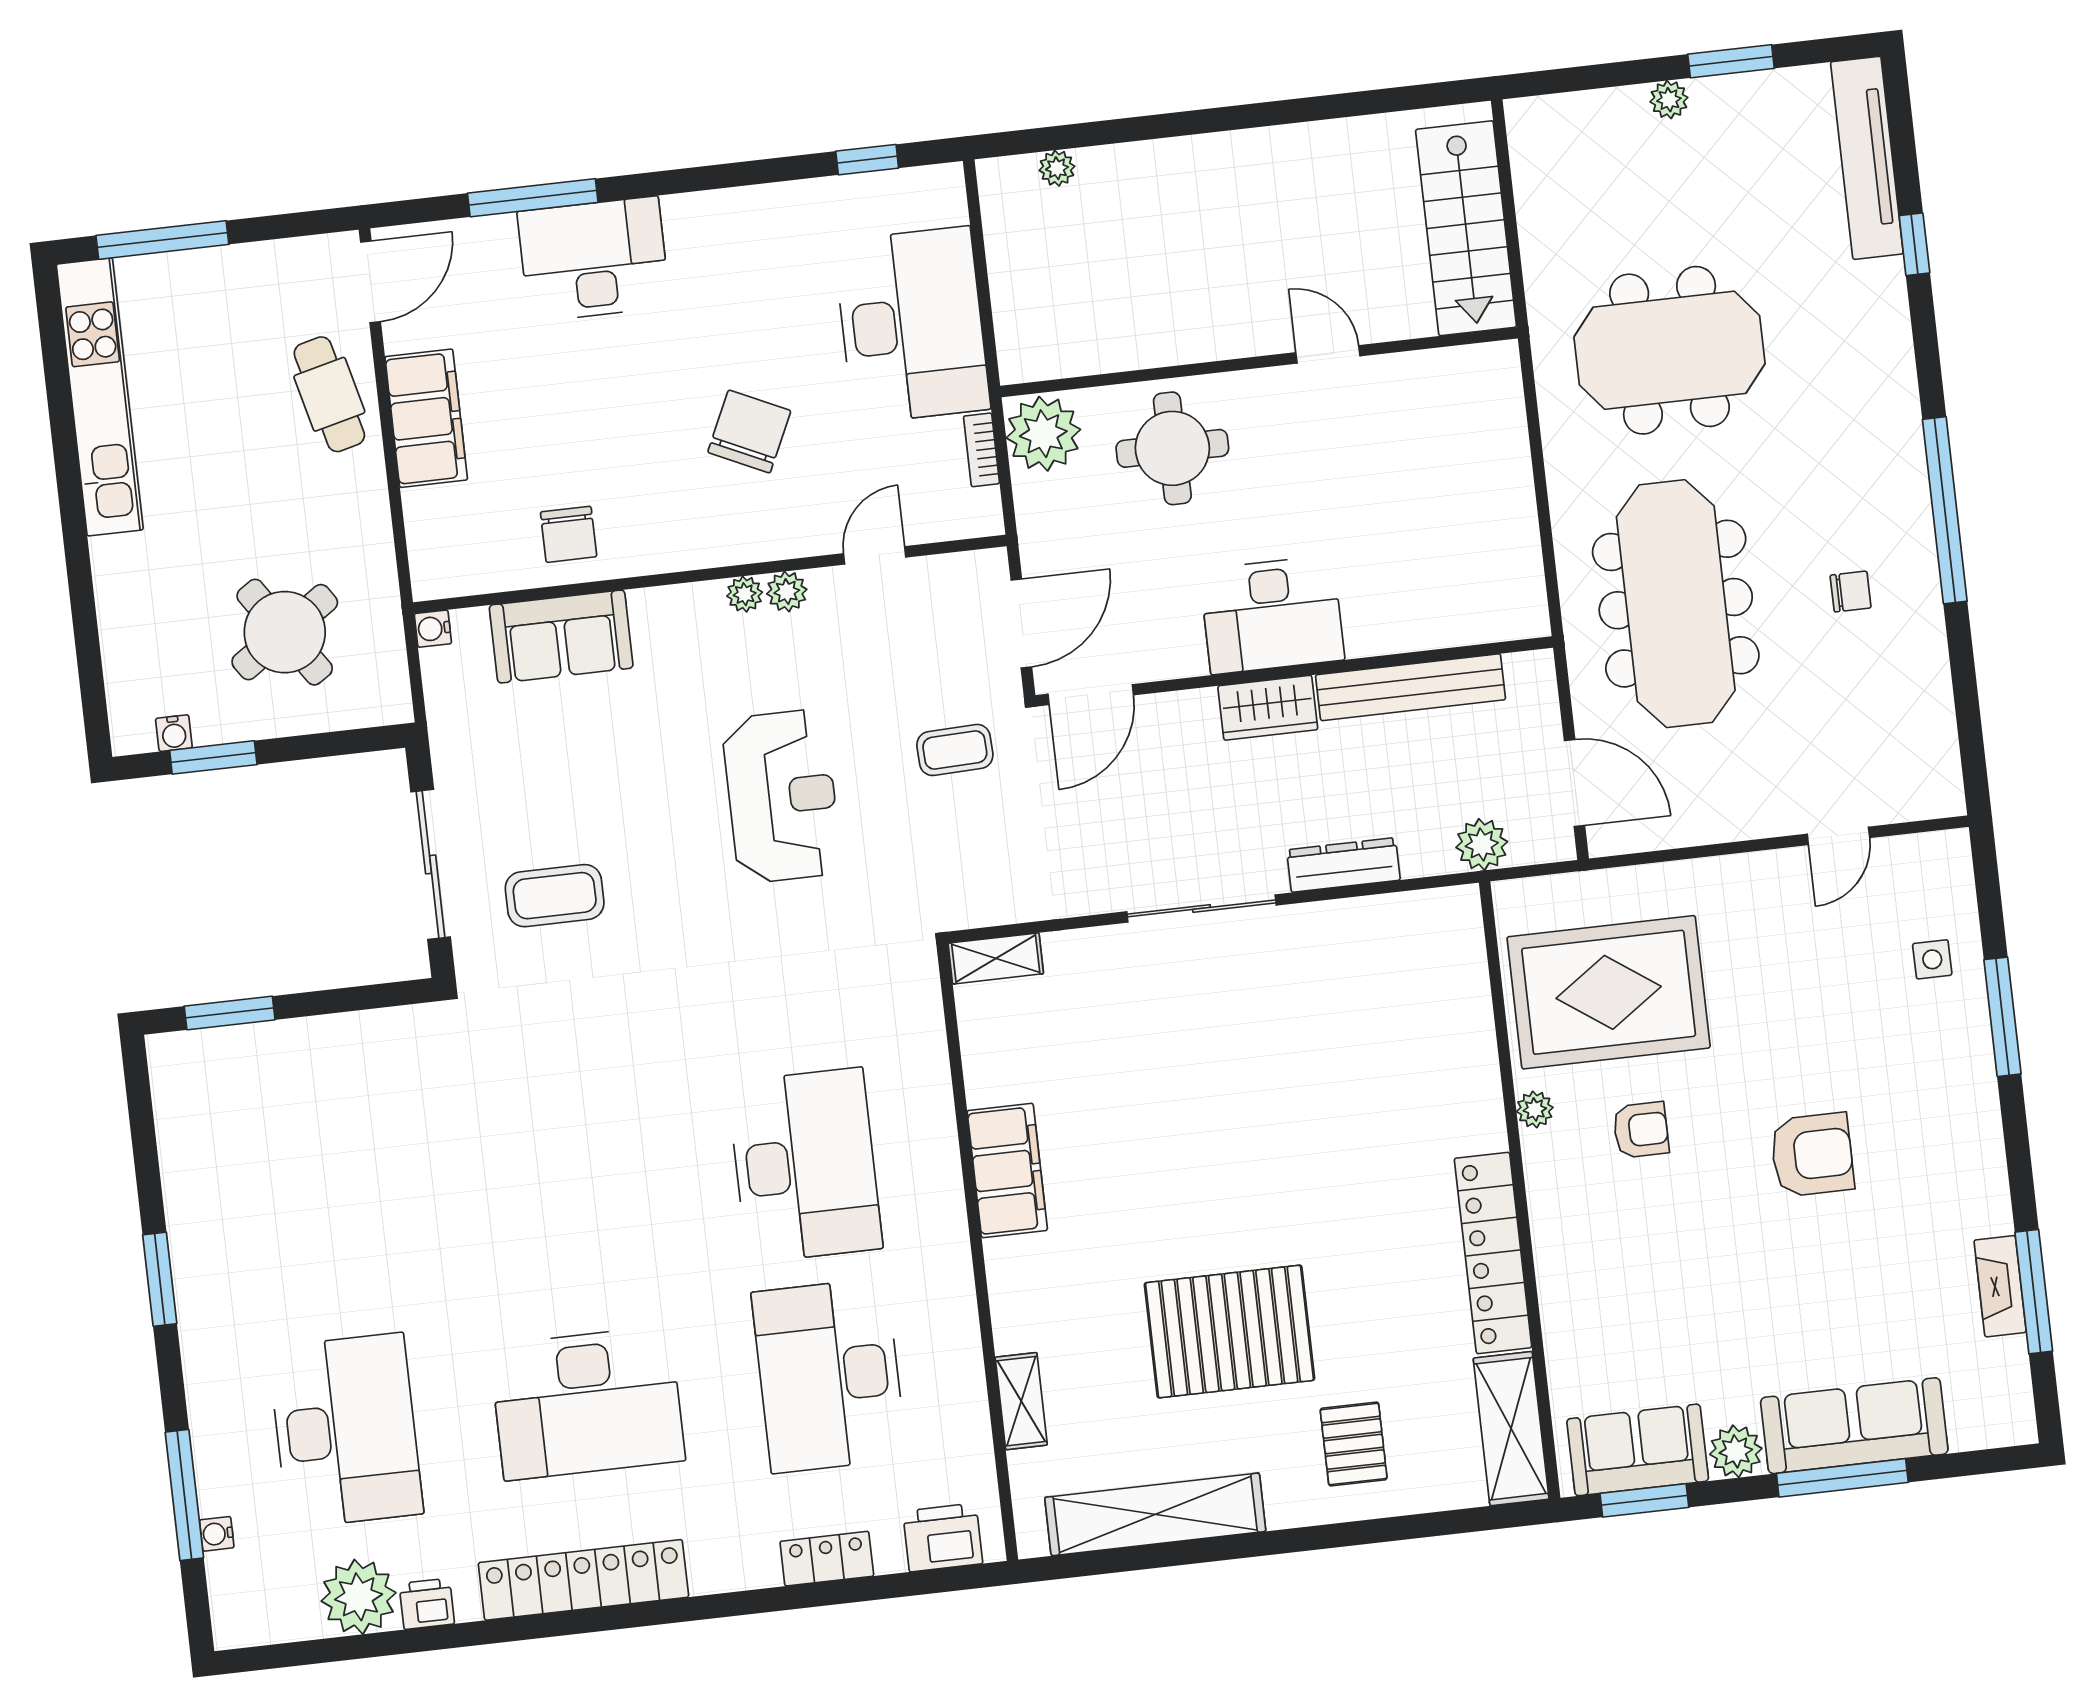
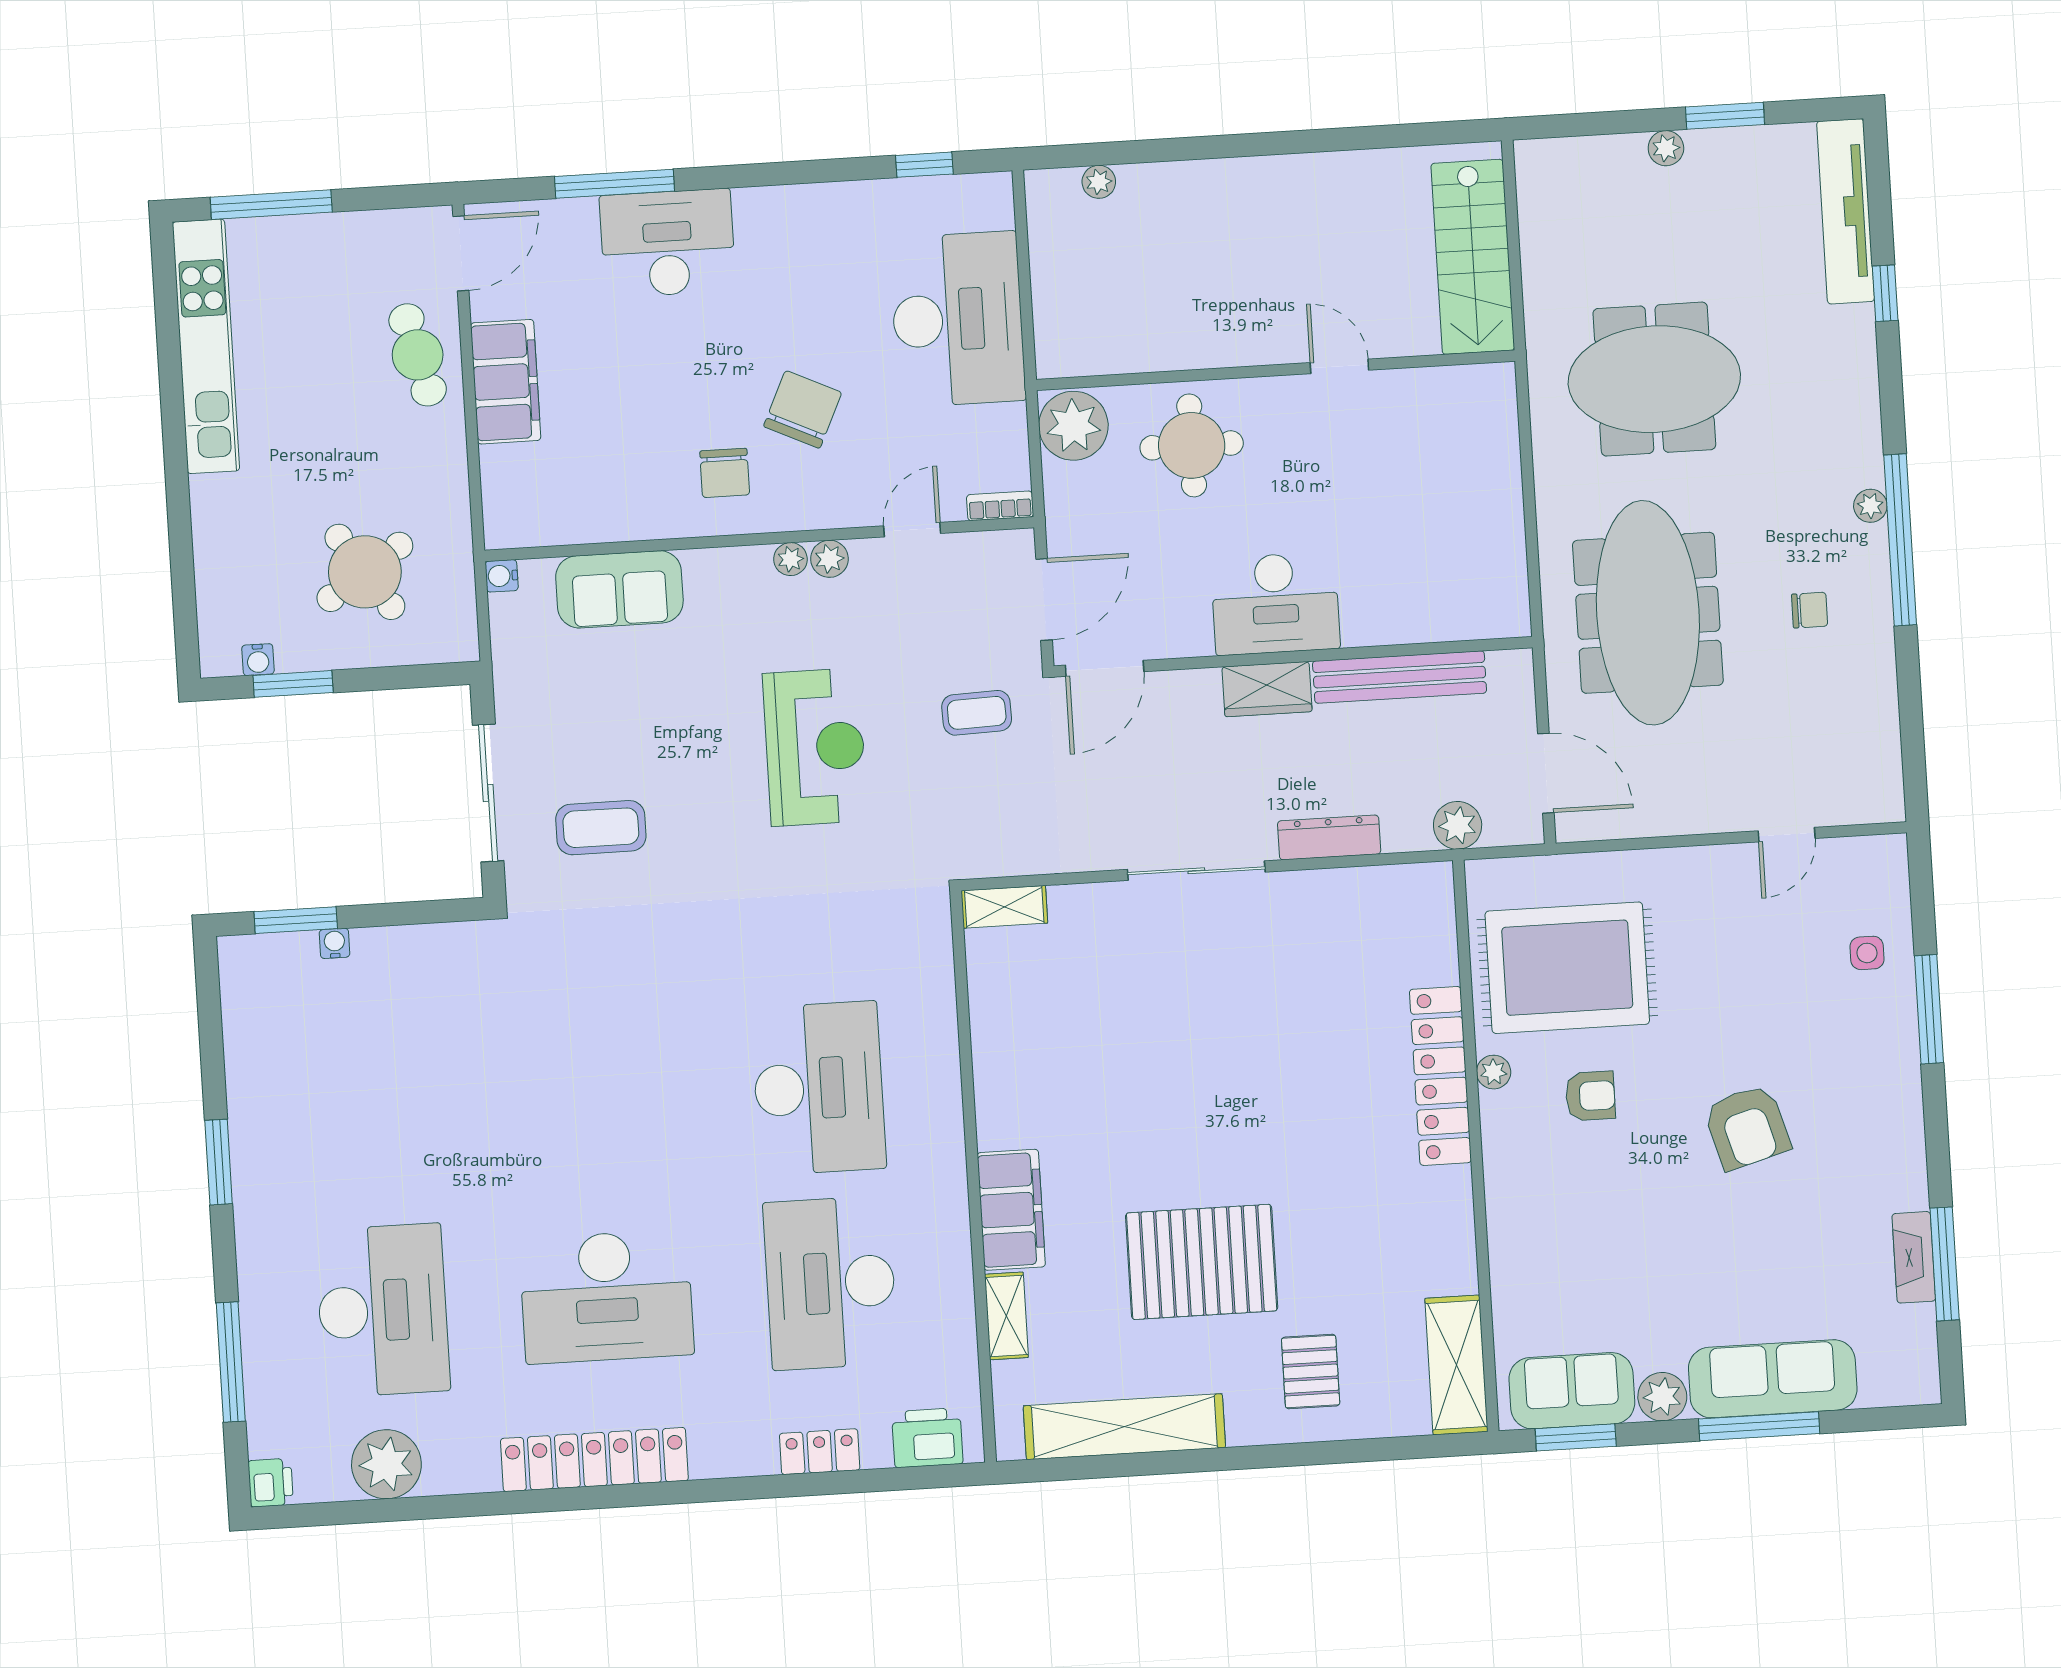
bookcase: (981, 450) -> (1000, 506), moved, turned 90
plant: (1911, 475) -> (1870, 506), added
chair: (569, 534) -> (725, 473), moved
armchair: (1812, 1155) -> (1747, 1127), turned 74
filing cabinet: (1007, 1170) -> (1011, 1210), moved
locker: (1493, 1253) -> (1440, 1076), moved
water cooler: (217, 1534) -> (334, 943), moved, turned 90
printer: (427, 1604) -> (271, 1483), moved, turned 90

